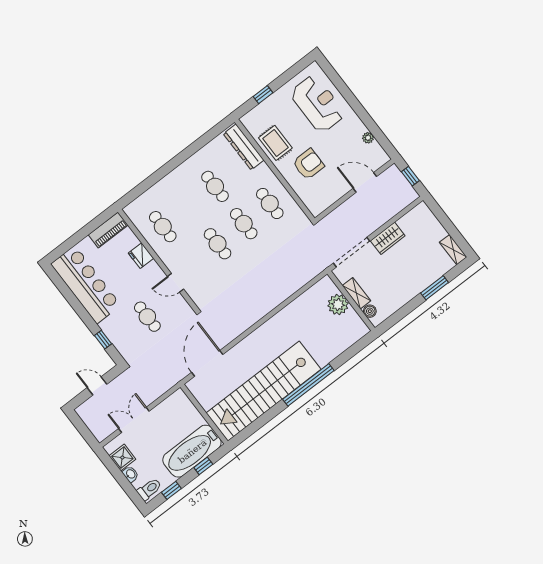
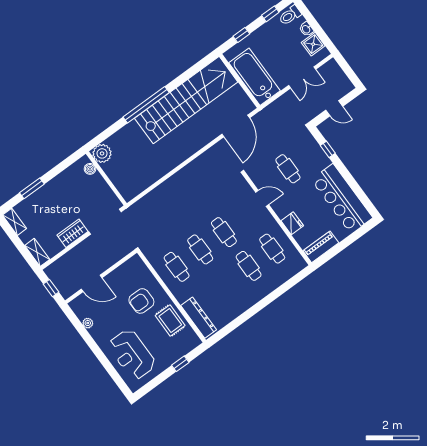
cafe table: (215, 186) -> (249, 266), moved
shelving: (356, 293) -> (37, 252), moved
plant: (338, 305) -> (102, 153), moved
bathtub: (192, 451) -> (254, 77), moved, turned -90

